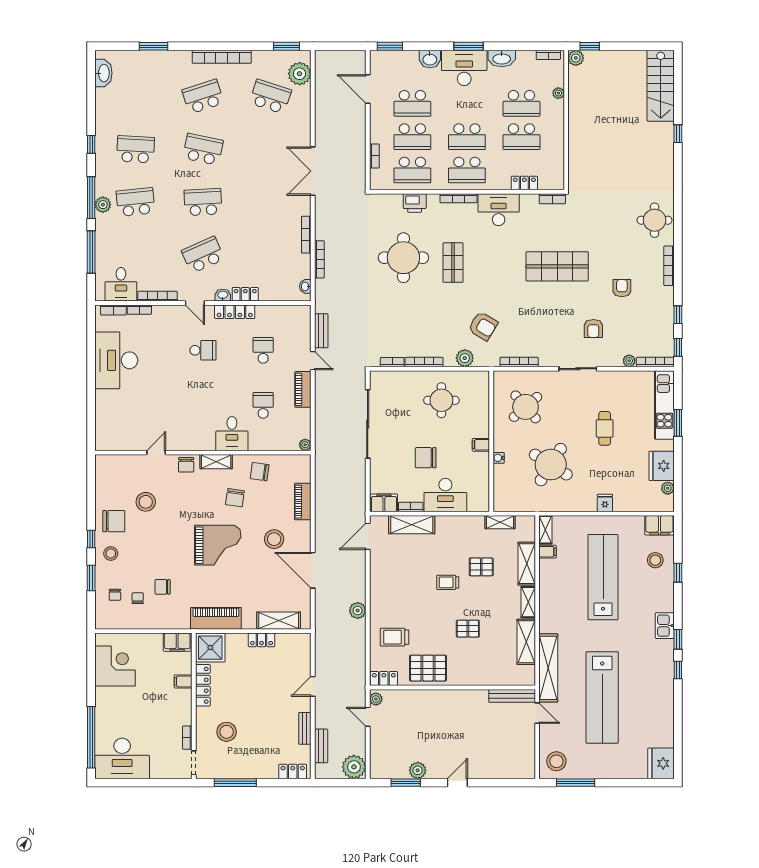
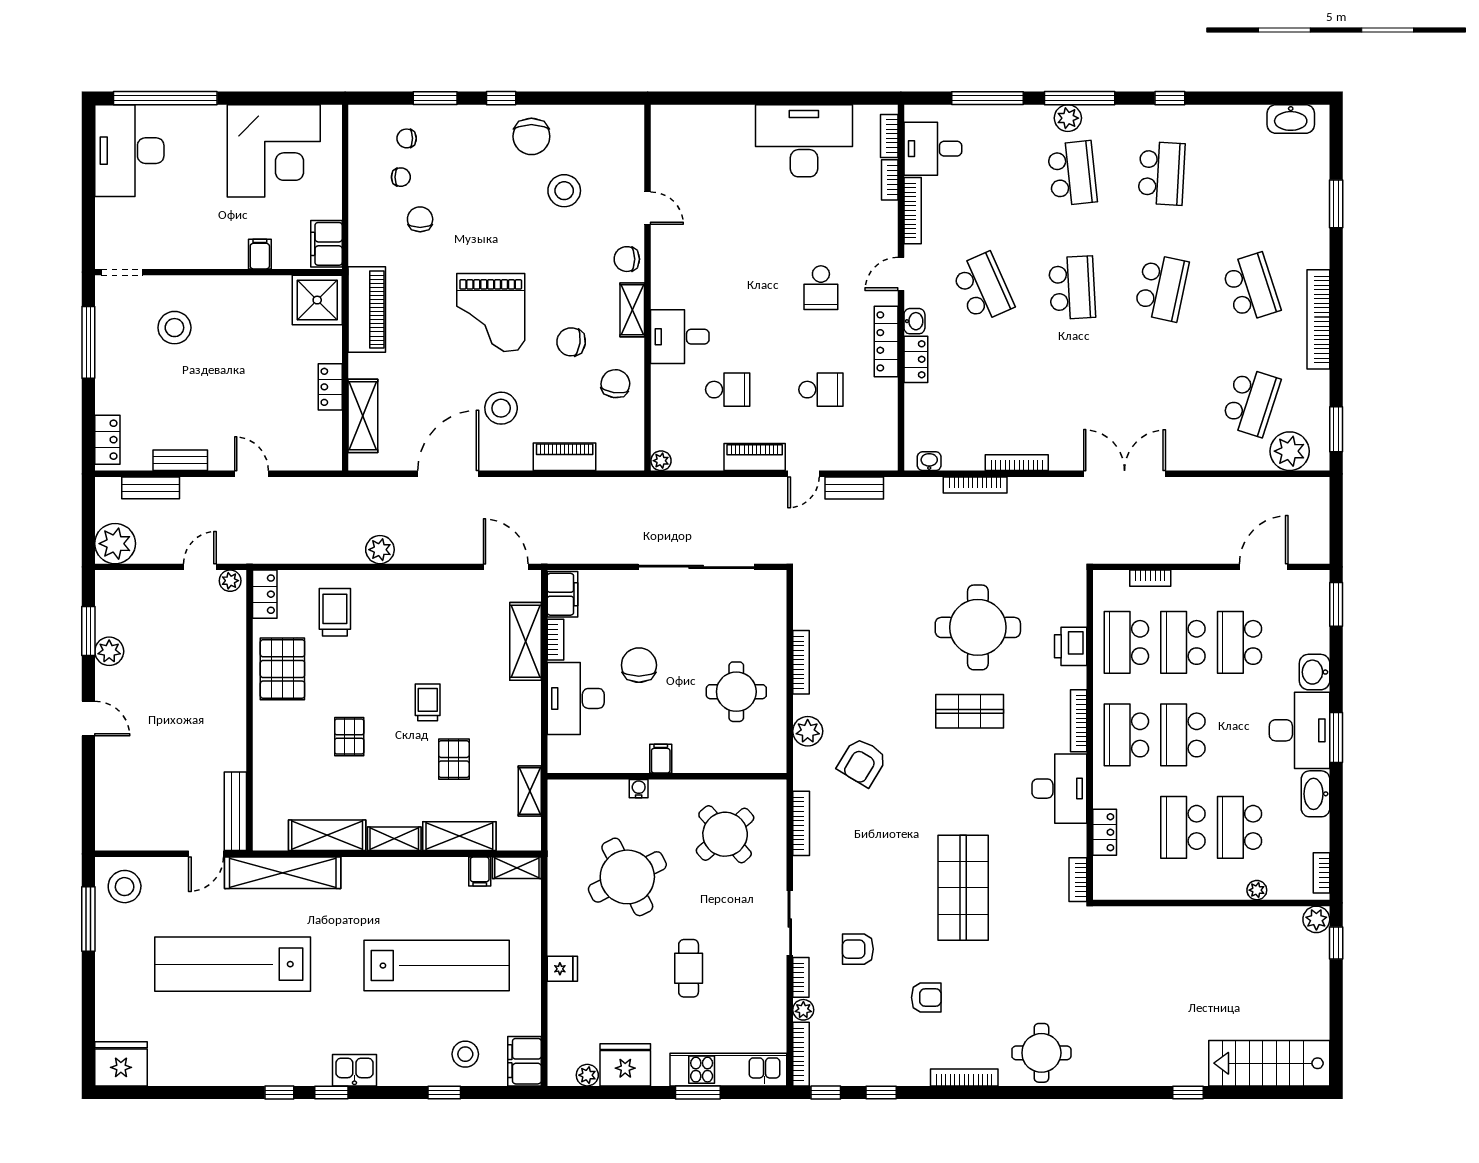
bookcase: (392, 362) -> (801, 977), moved
cafe table: (605, 428) -> (689, 968), turned 90
round table: (551, 465) -> (627, 877), turned 31
stool: (111, 553) -> (477, 131), removed
corner desk: (115, 666) -> (274, 151), width x1.36, depth x1.36
locker: (203, 685) -> (253, 287), removed
bookcase: (187, 738) -> (165, 261), removed

